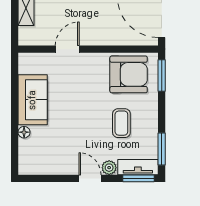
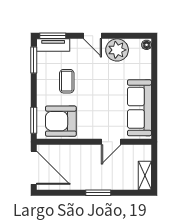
sofa: (33, 100) -> (139, 108), width x1.36
floor lamp: (24, 132) -> (147, 45), moved
plant: (109, 168) -> (117, 50), moved, width x1.88, depth x1.88

